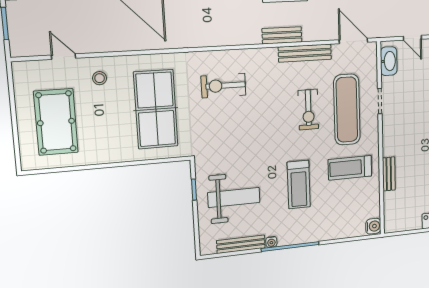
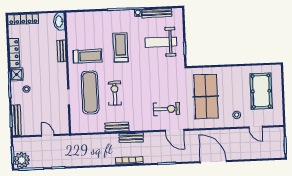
door: (353, 41) -> (175, 130), moved
bench: (305, 53) -> (117, 127), width x0.73
washbasin: (389, 61) -> (59, 21), moved
water cooler: (373, 226) -> (71, 18), removed

